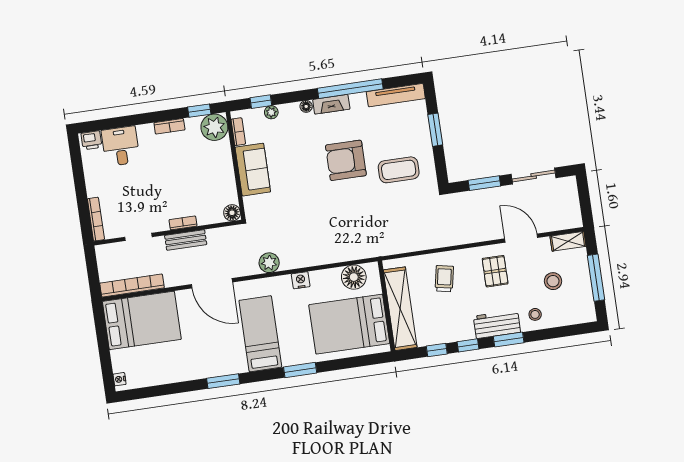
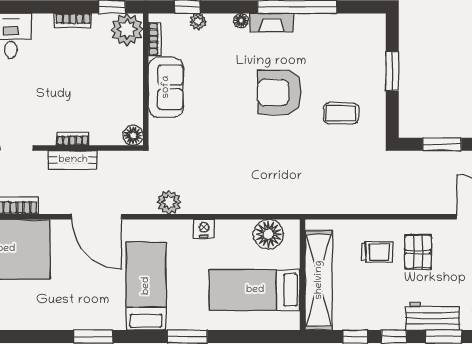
tv unit: (396, 95) -> (351, 23), removed
coffee table: (399, 170) -> (341, 113), width x0.73, depth x0.77
pallet: (495, 271) -> (418, 252), moved
trolley: (444, 279) -> (377, 252), turned 79
bed: (349, 324) -> (255, 290), width x0.67

